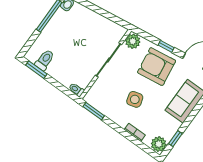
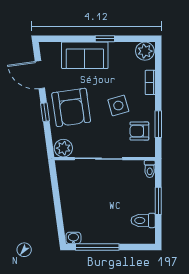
window: (36, 70) -> (158, 201), moved
armchair: (107, 101) -> (139, 131), added
window: (94, 111) -> (158, 124), moved
window: (175, 139) -> (105, 39), moved

